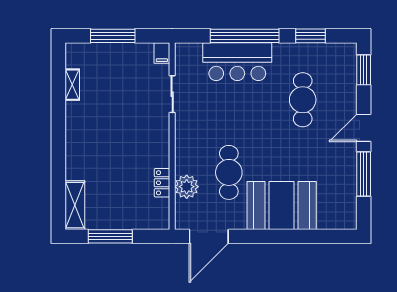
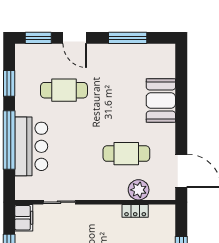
filing cabinet: (162, 53) -> (24, 218), width x2.00
door: (364, 128) -> (75, 38), moved
booth: (282, 205) -> (161, 100), width x0.73, depth x0.70

